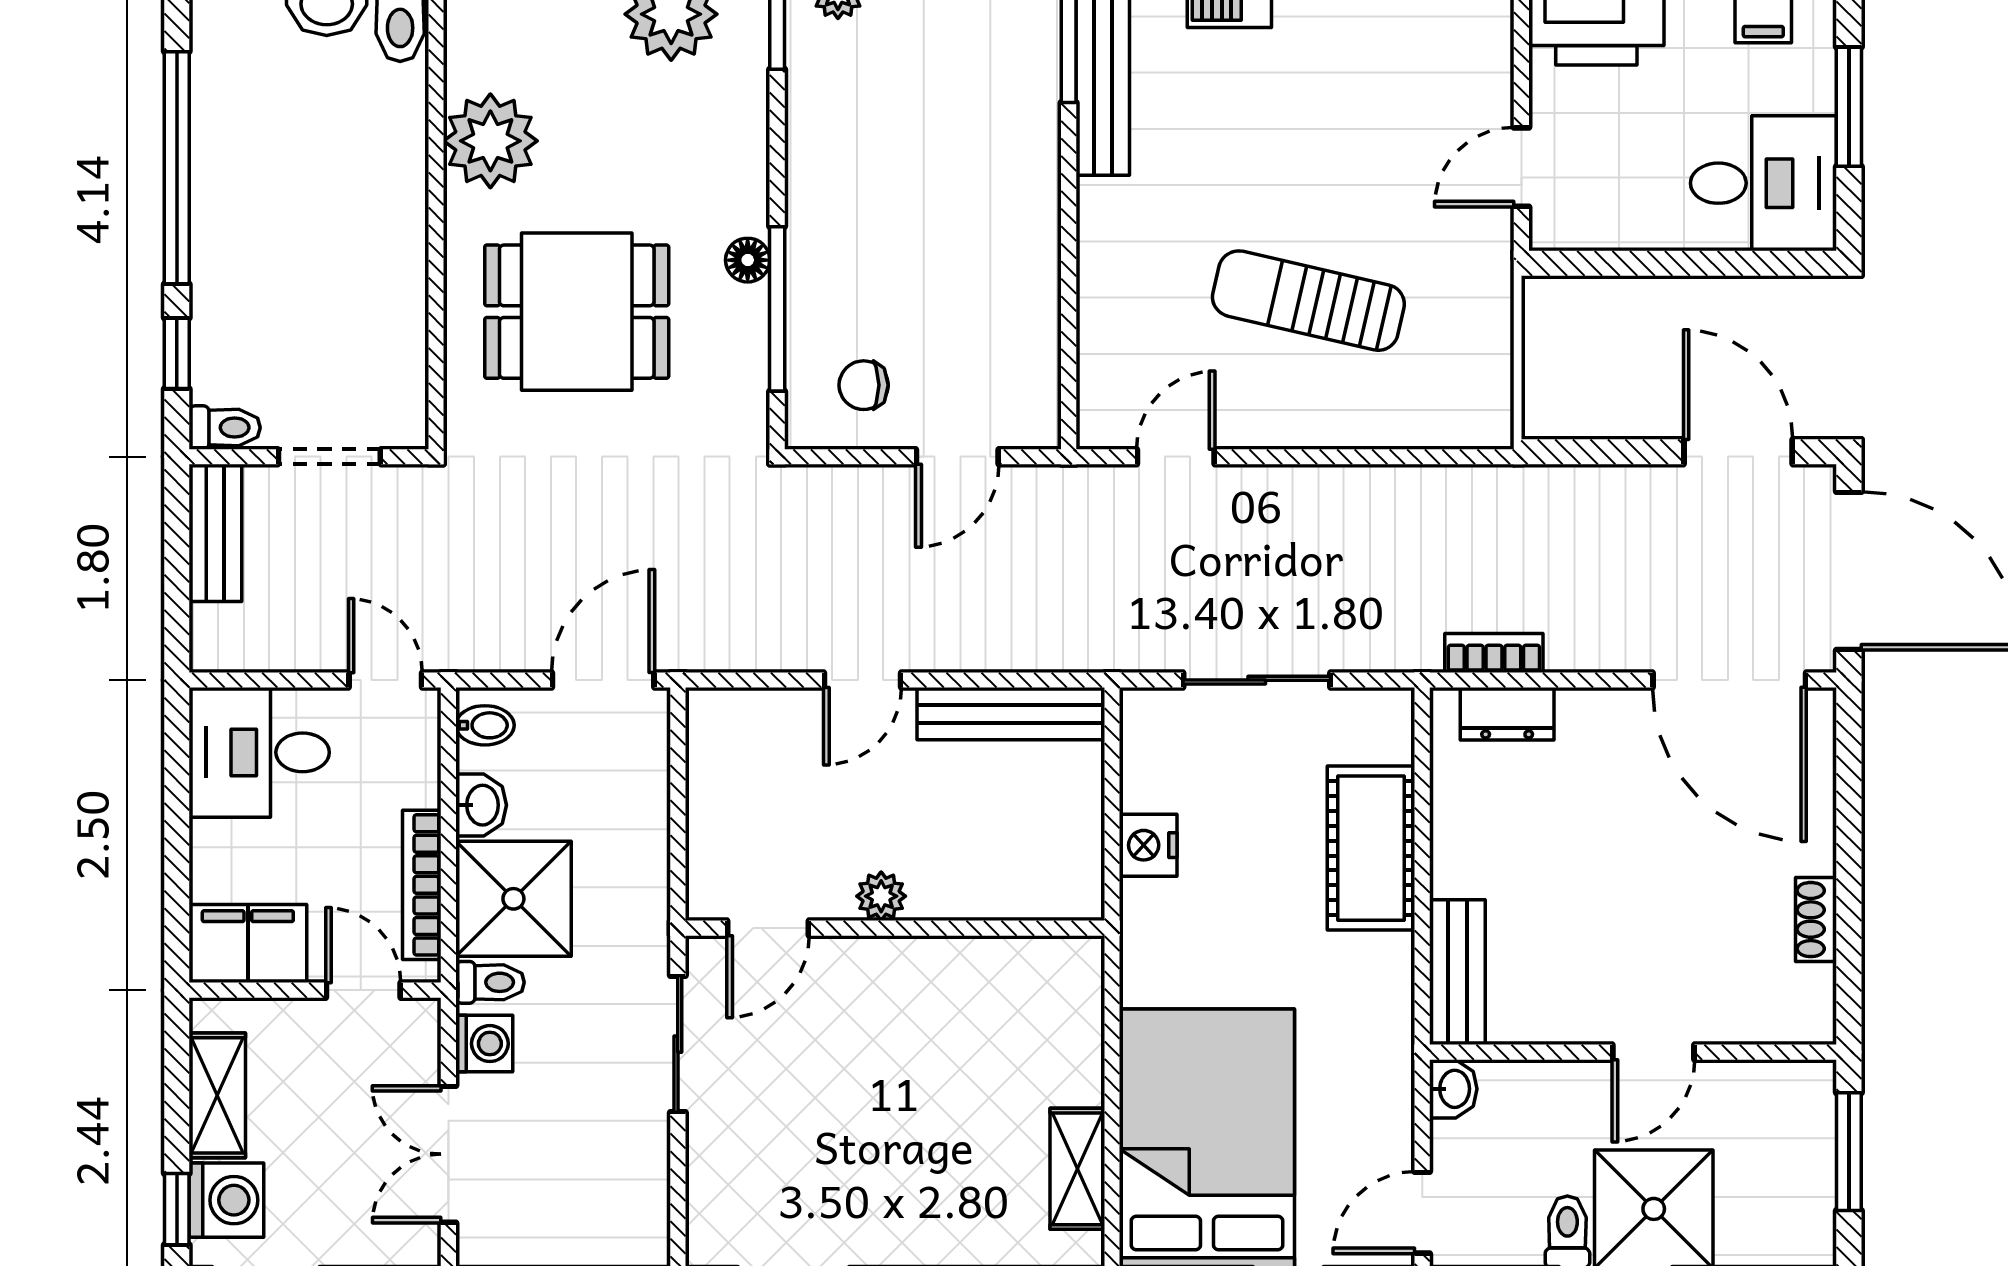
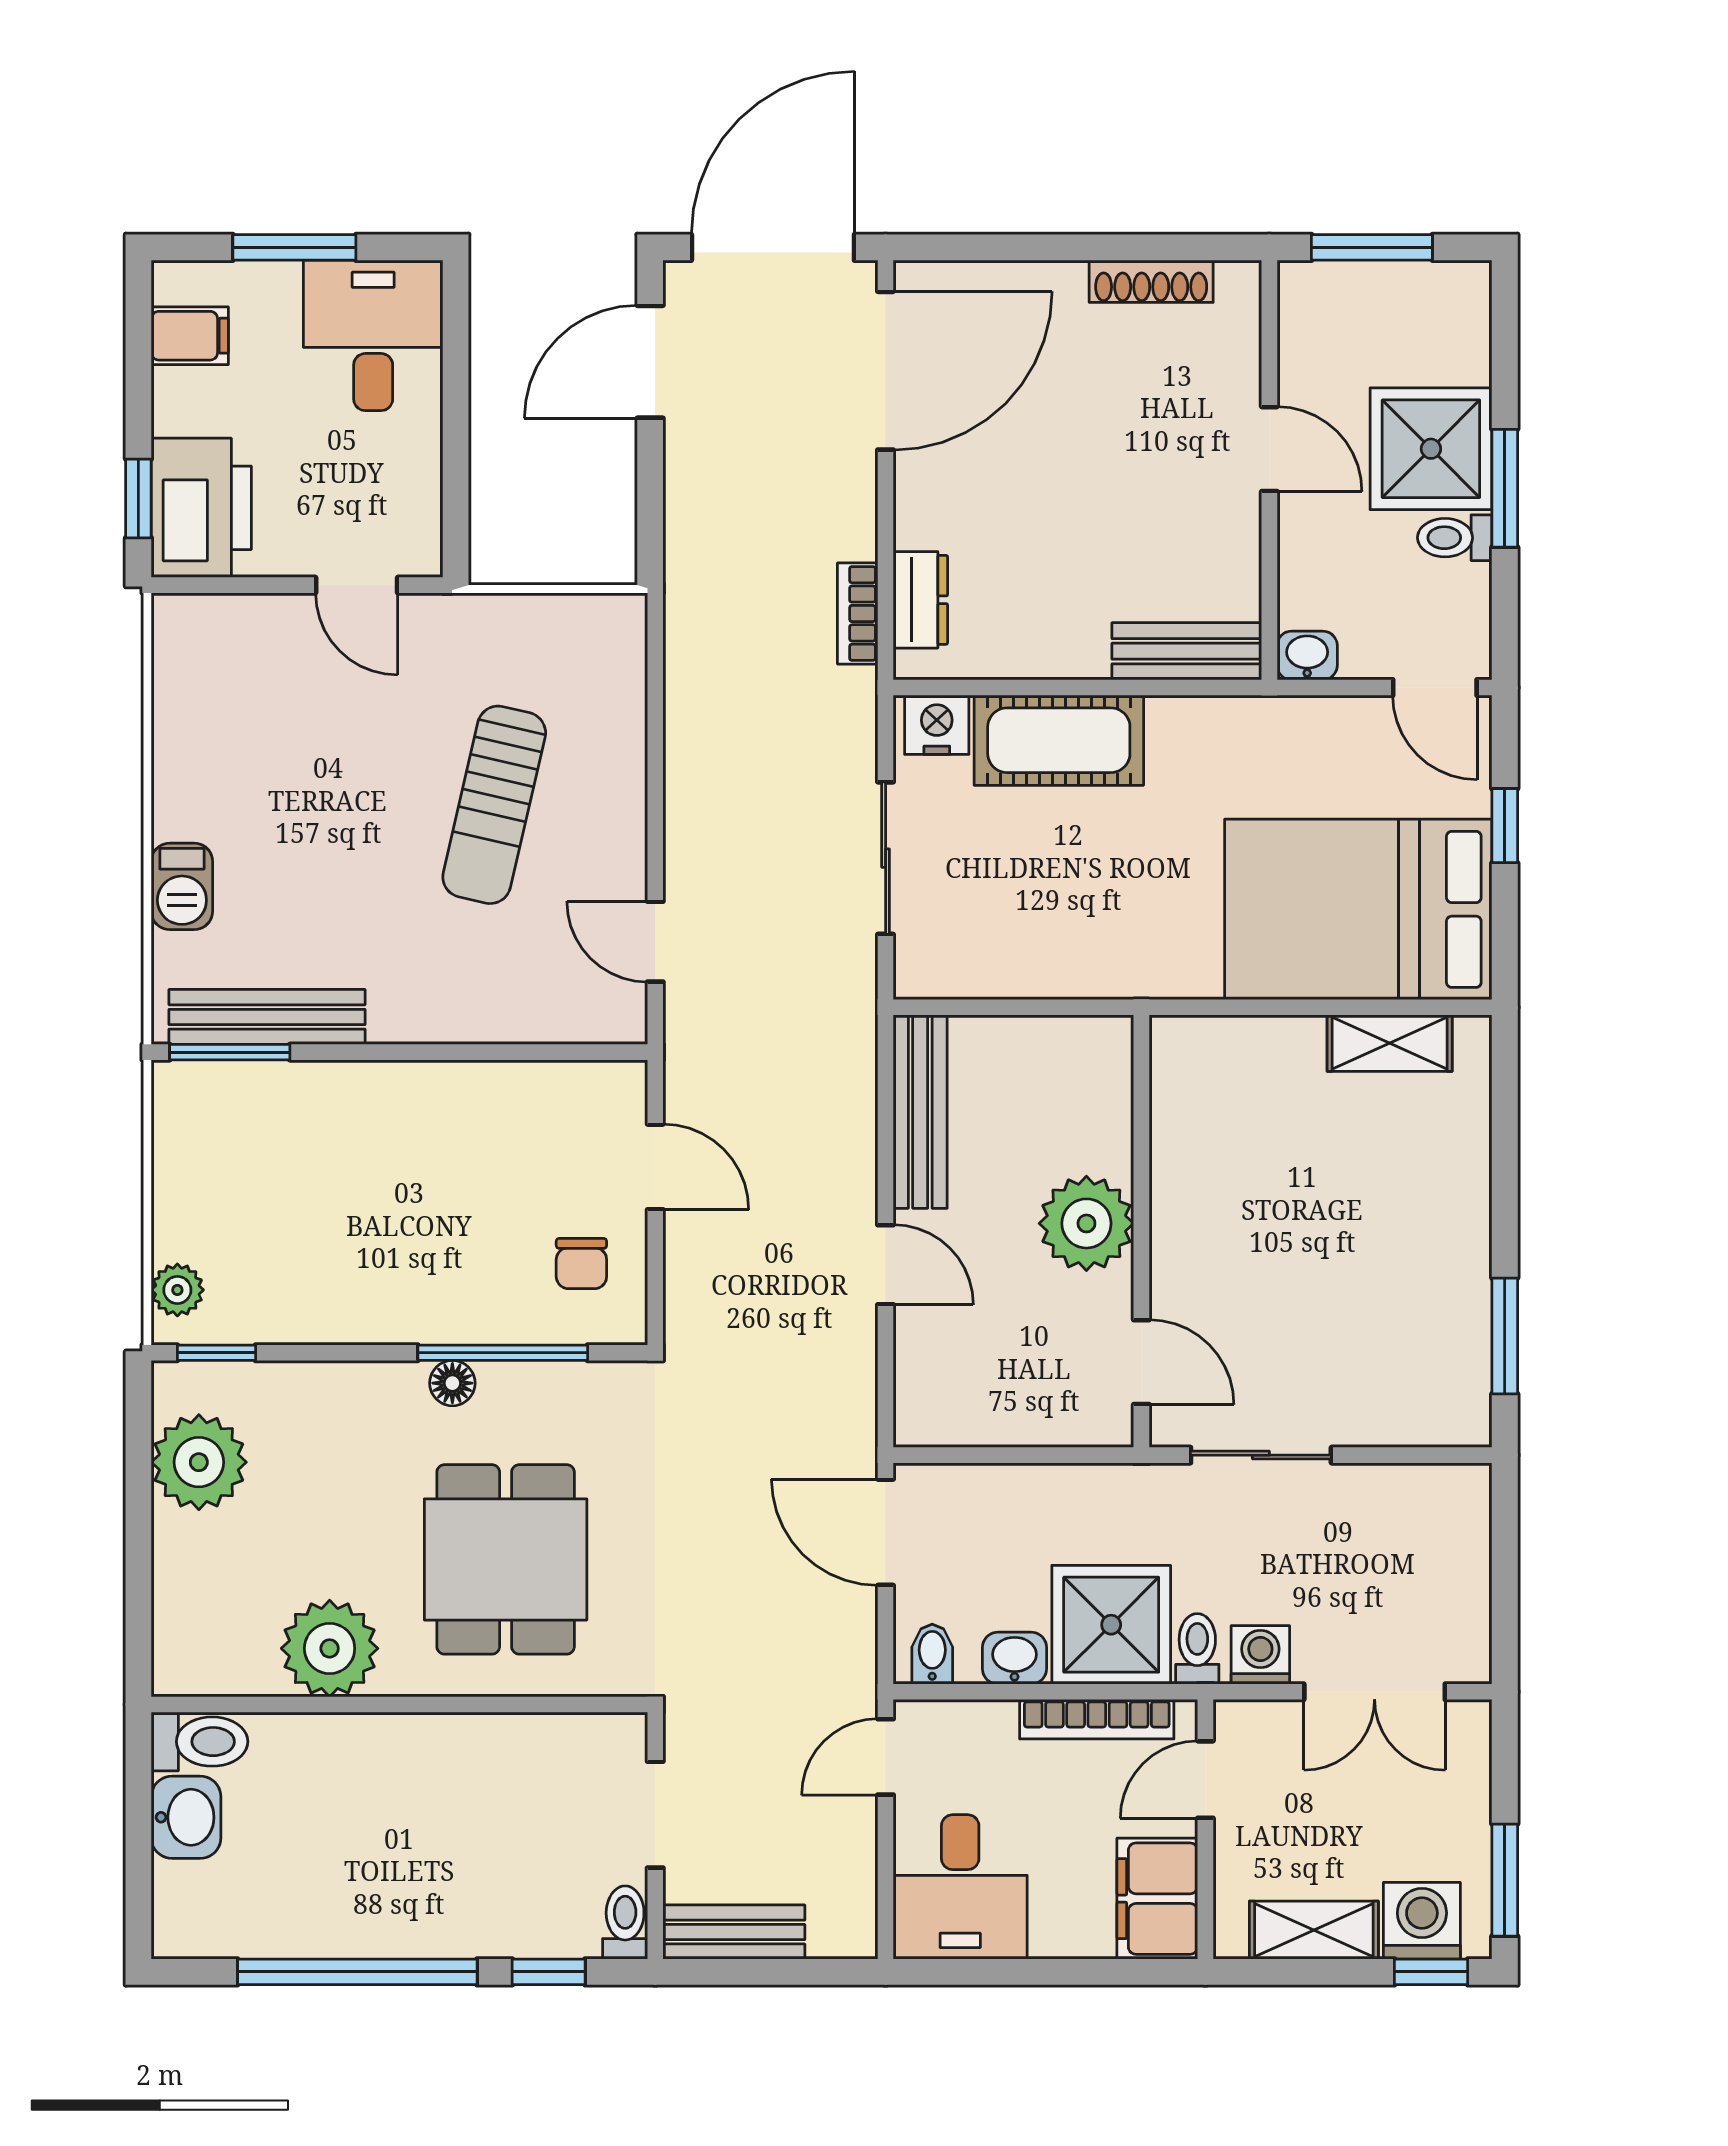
nightstand: (1148, 845) -> (937, 725), moved, turned 180
plant: (881, 896) -> (1086, 1223), width x1.87, depth x1.87
shoe rack: (1816, 920) -> (1151, 281), width x1.43

